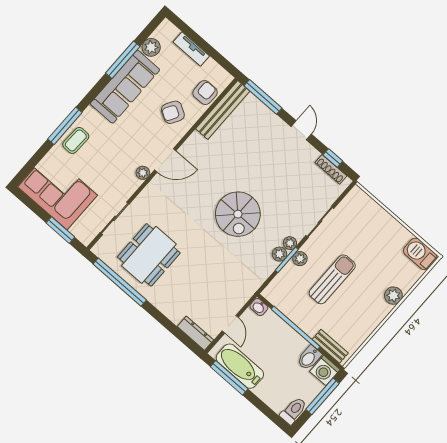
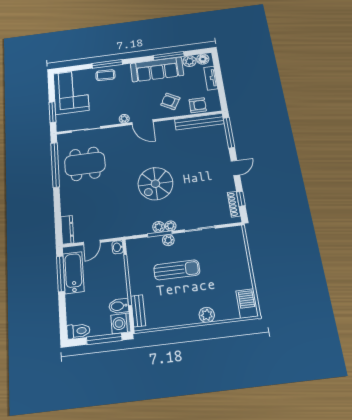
floor lamp: (163, 33) -> (203, 59), added

